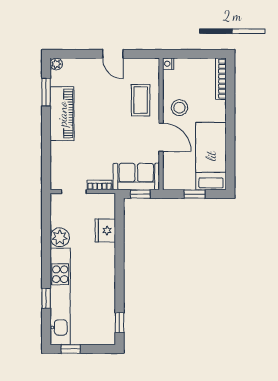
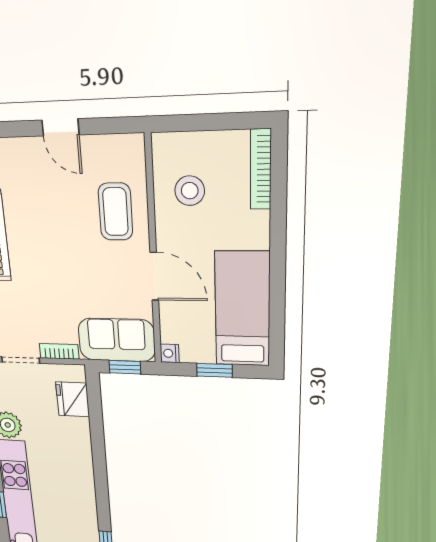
nightstand: (168, 64) -> (170, 353), moved
stool: (179, 108) -> (190, 191), moved
fridge: (105, 230) -> (73, 399), moved

